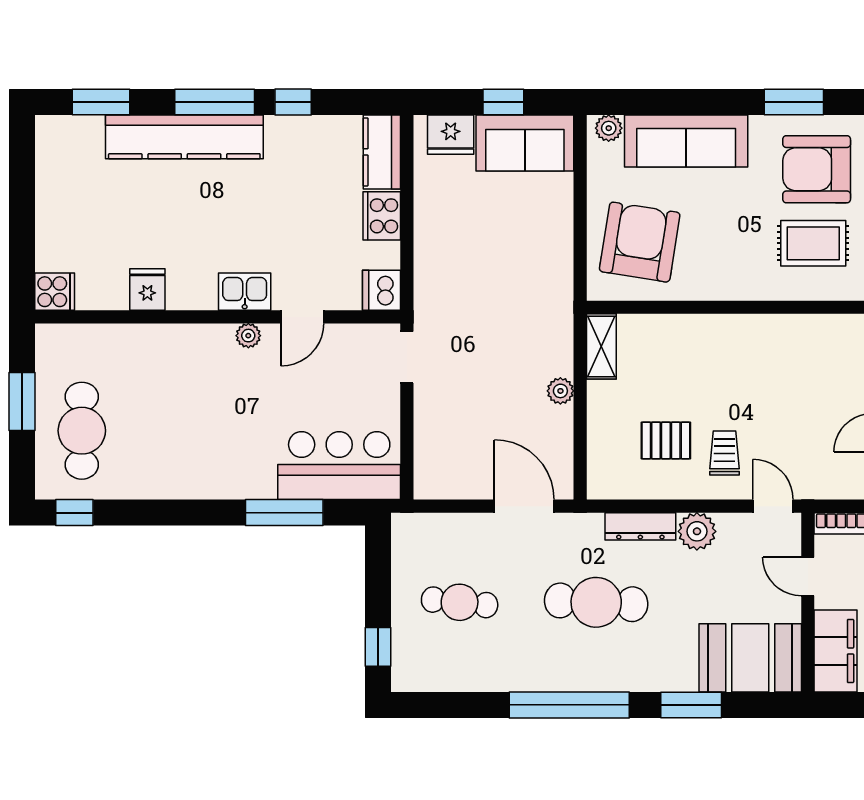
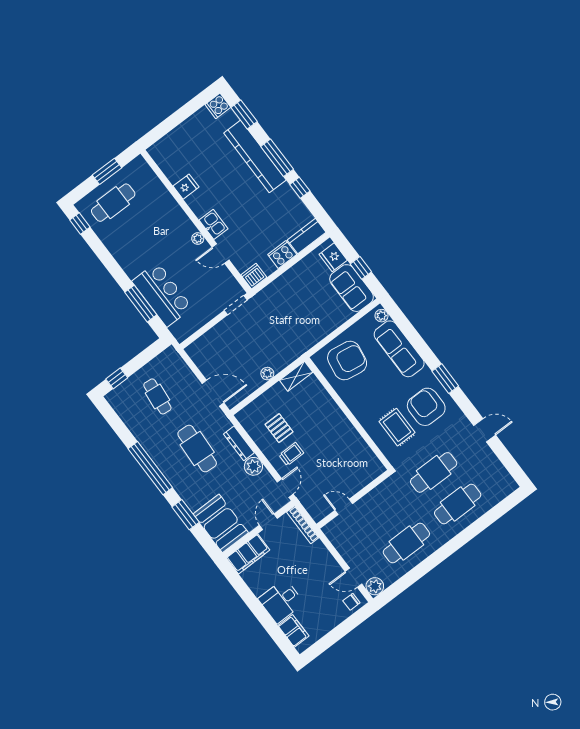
cooker: (55, 292) -> (218, 106), moved, turned 90
bar counter: (339, 466) -> (162, 294), moved
door: (524, 506) -> (213, 393), hinge flipped

